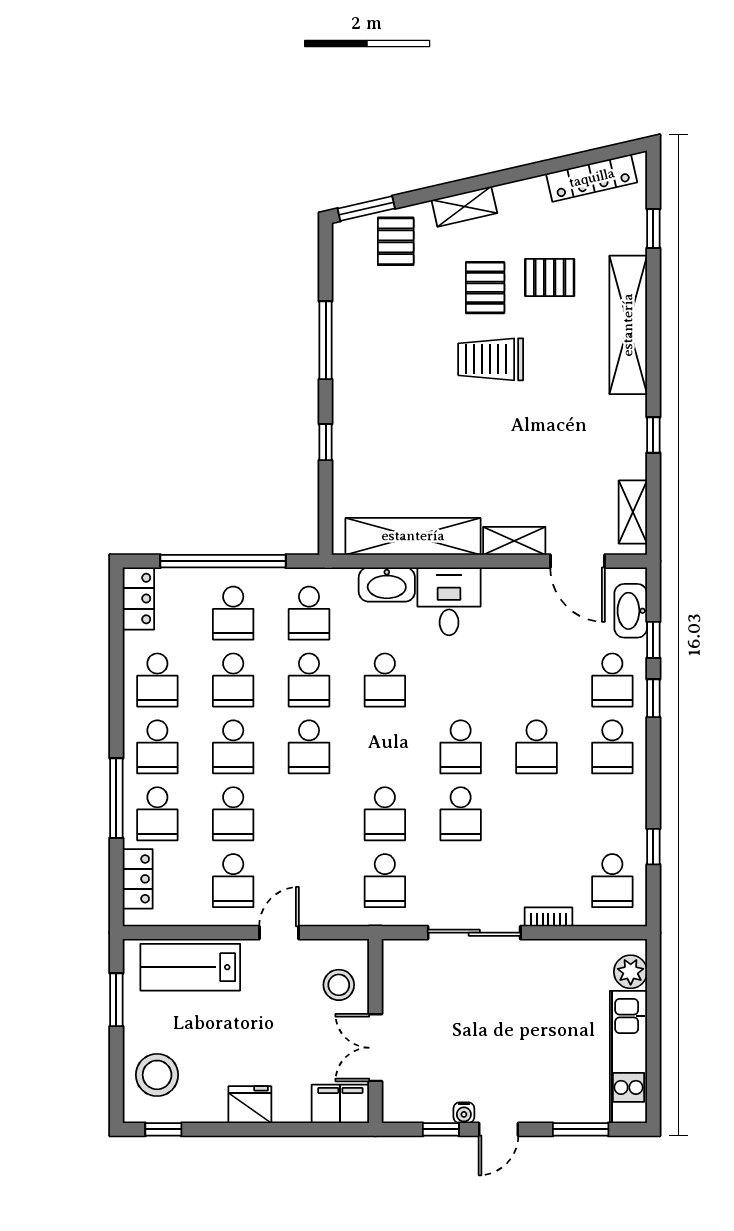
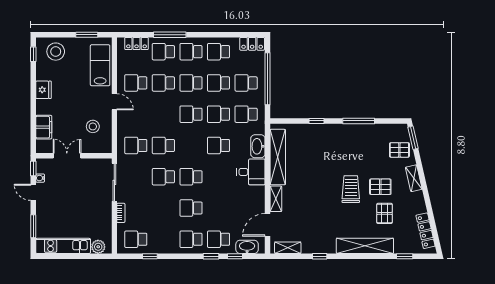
wall: (375, 1031) -> (74, 156), moved
double door: (375, 1048) -> (67, 156), moved

